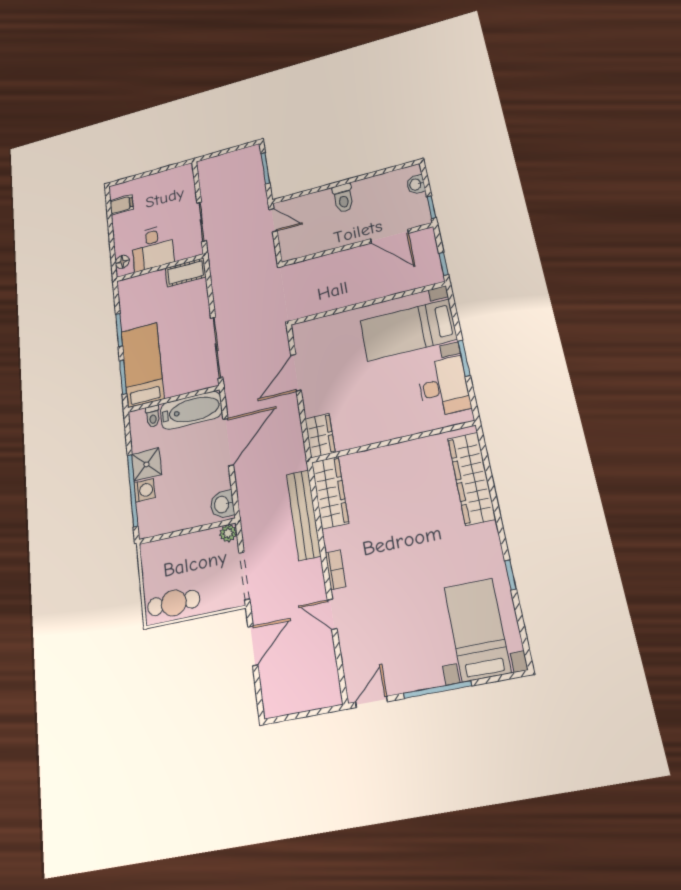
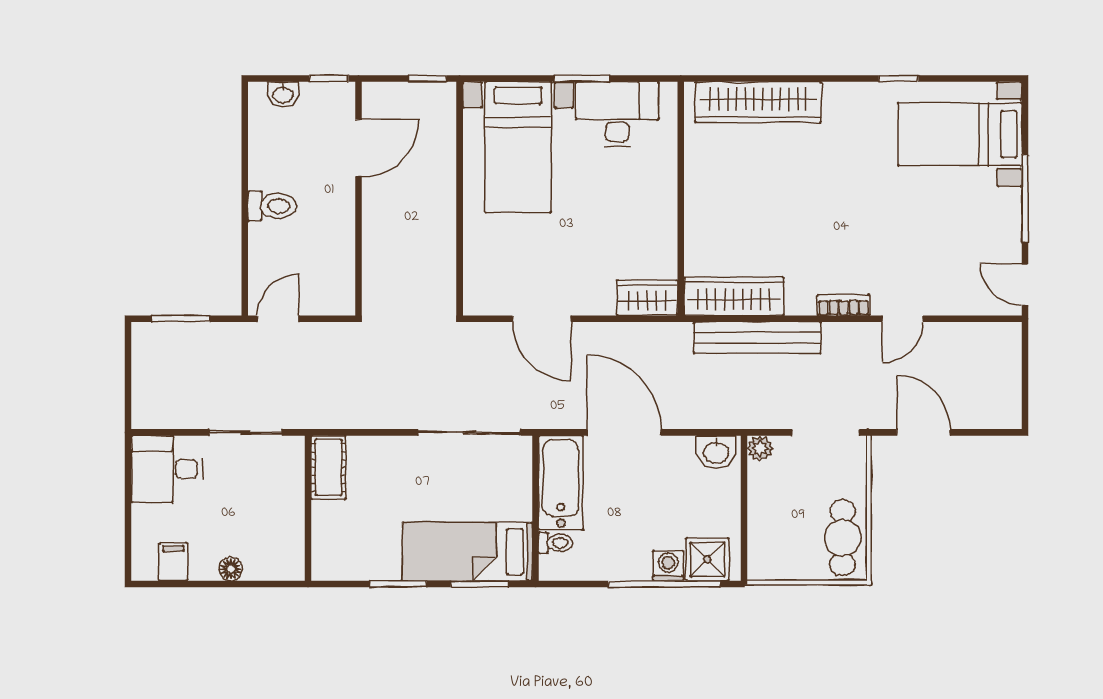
desk: (153, 248) -> (167, 469), moved, turned 180
floor lamp: (122, 262) -> (231, 569), moved
shower: (146, 464) -> (707, 559), moved

